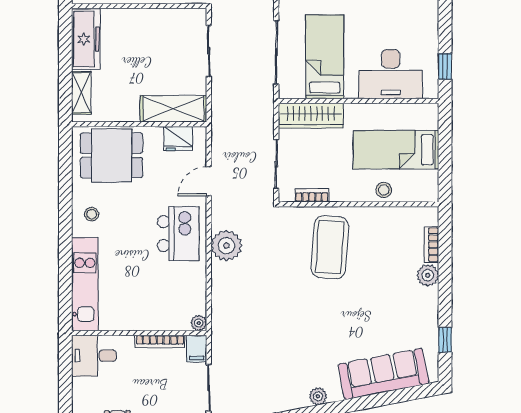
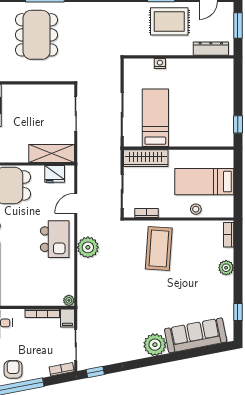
desk: (391, 74) -> (201, 130), removed
bookcase: (432, 245) -> (229, 235), moved
plant: (318, 396) -> (155, 345), width x1.88, depth x1.88

